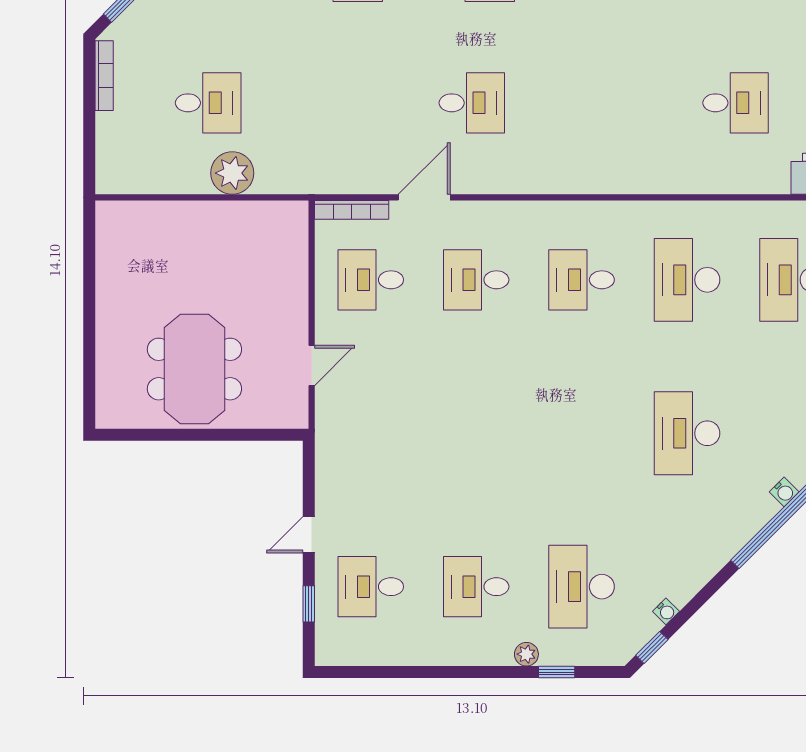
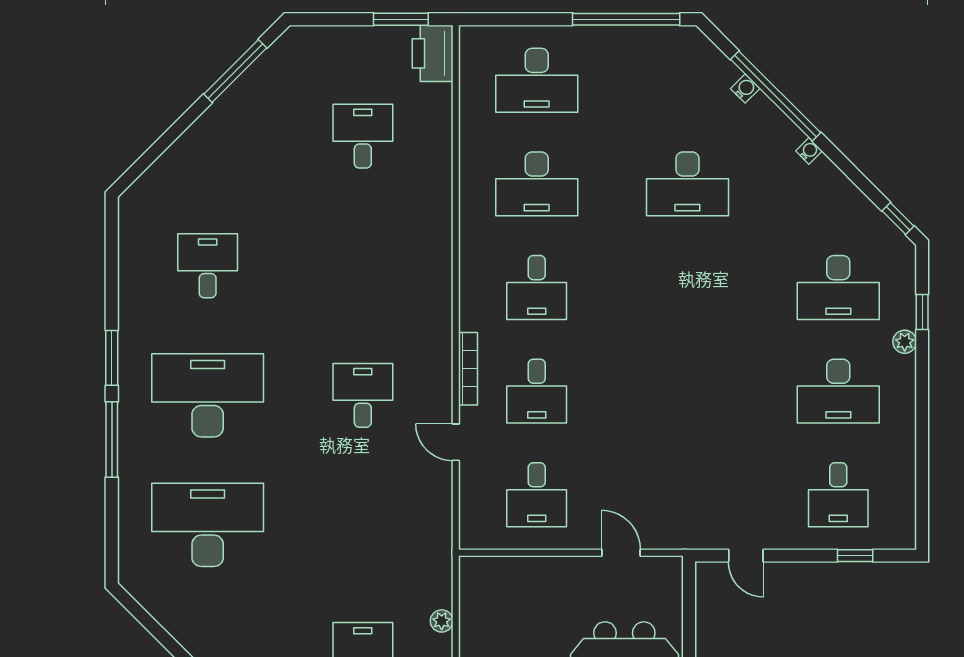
plant: (232, 173) -> (442, 621), width x0.53, depth x0.53
door: (424, 197) -> (456, 442), width x0.73
bookcase: (352, 210) -> (468, 369), moved
door: (309, 535) -> (746, 556), moved
desk: (476, 587) -> (838, 391), width x1.37
water cooler: (666, 611) -> (809, 151), moved

